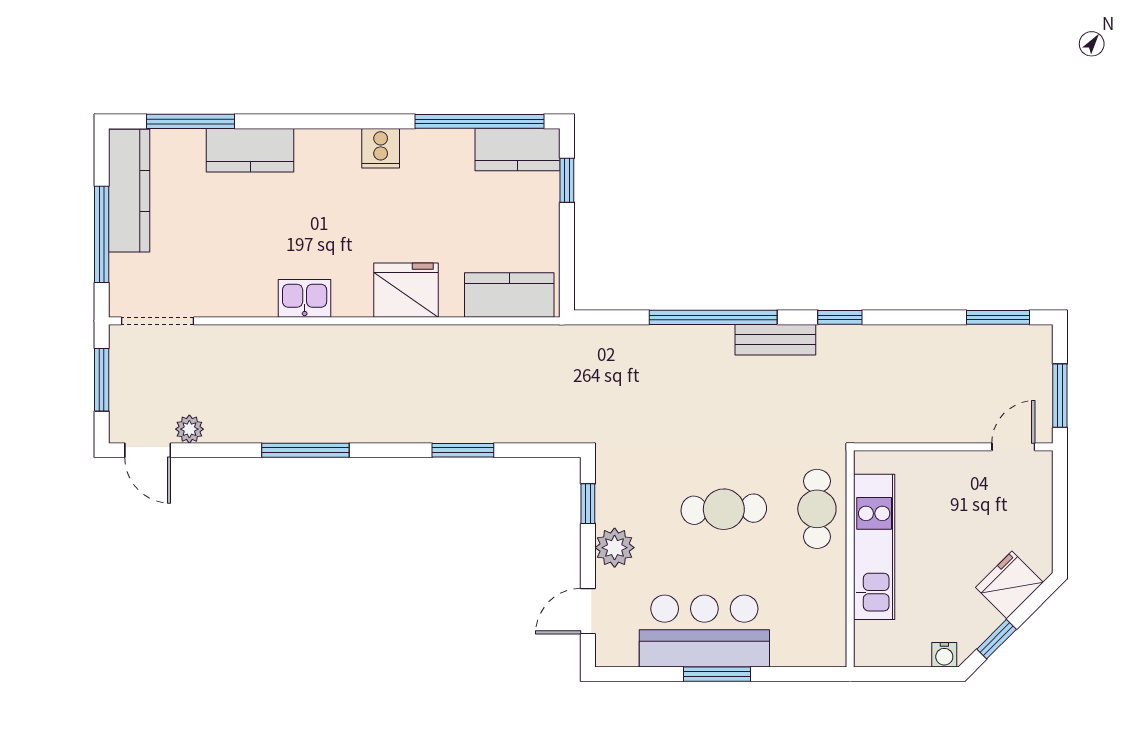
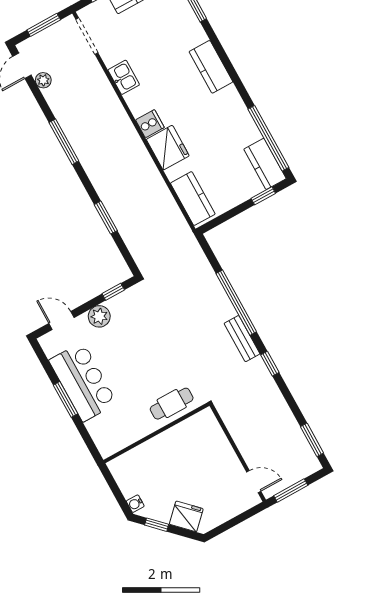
cooker: (381, 148) -> (150, 124), moved, turned 180
kitchen counter: (250, 150) -> (211, 67), moved
kitchen sink: (305, 298) -> (124, 77), moved
cafe table: (724, 509) -> (147, 359), removed
kitchen unit: (874, 547) -> (169, 441), removed

